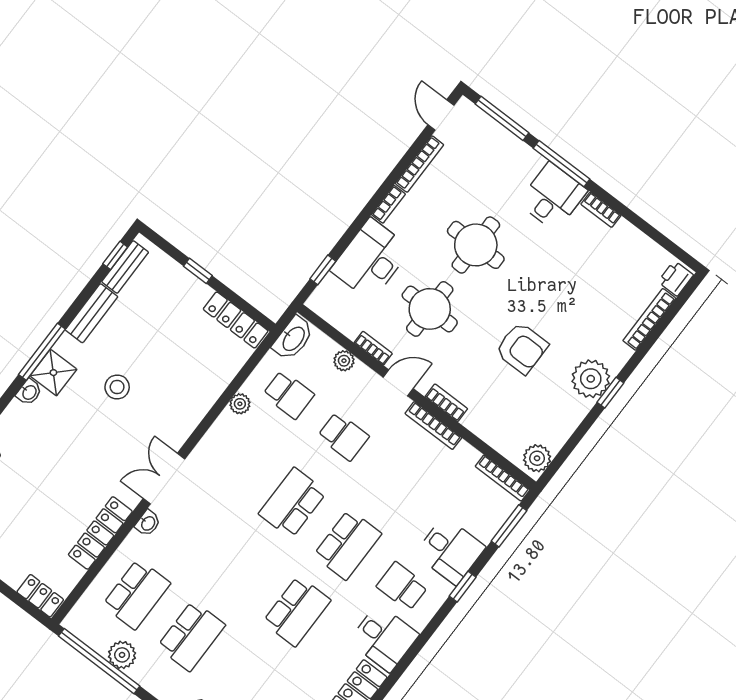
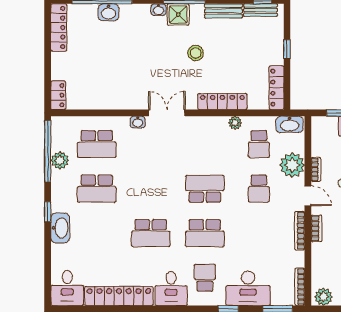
plant: (344, 361) -> (292, 165), width x1.87, depth x1.87
locker: (100, 533) -> (222, 102), moved
desk: (450, 551) -> (248, 288), width x1.37

